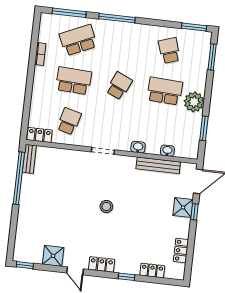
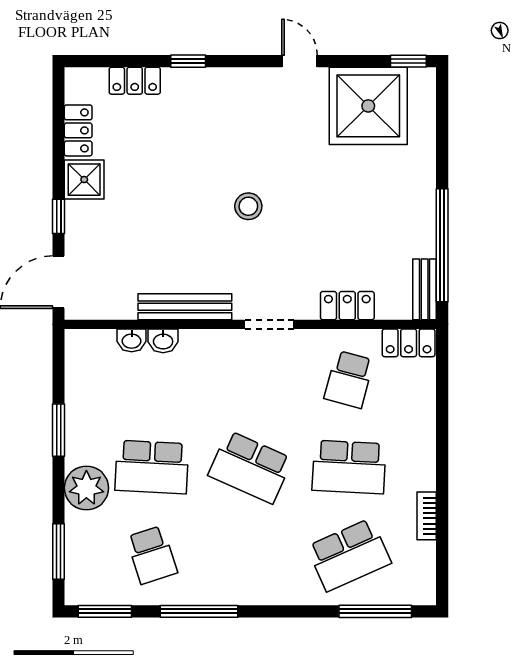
window: (117, 18) -> (199, 611), moved
school desk: (119, 86) -> (250, 467), width x1.85
plant: (194, 102) -> (86, 488), moved
window: (204, 128) -> (59, 430), moved
washbasin: (138, 147) -> (163, 341), moved
bench: (158, 165) -> (185, 307), moved
shower: (183, 208) -> (84, 180), moved
shower: (53, 256) -> (368, 106), width x1.86, depth x1.86
locker: (102, 264) -> (347, 306), moved, turned 180

